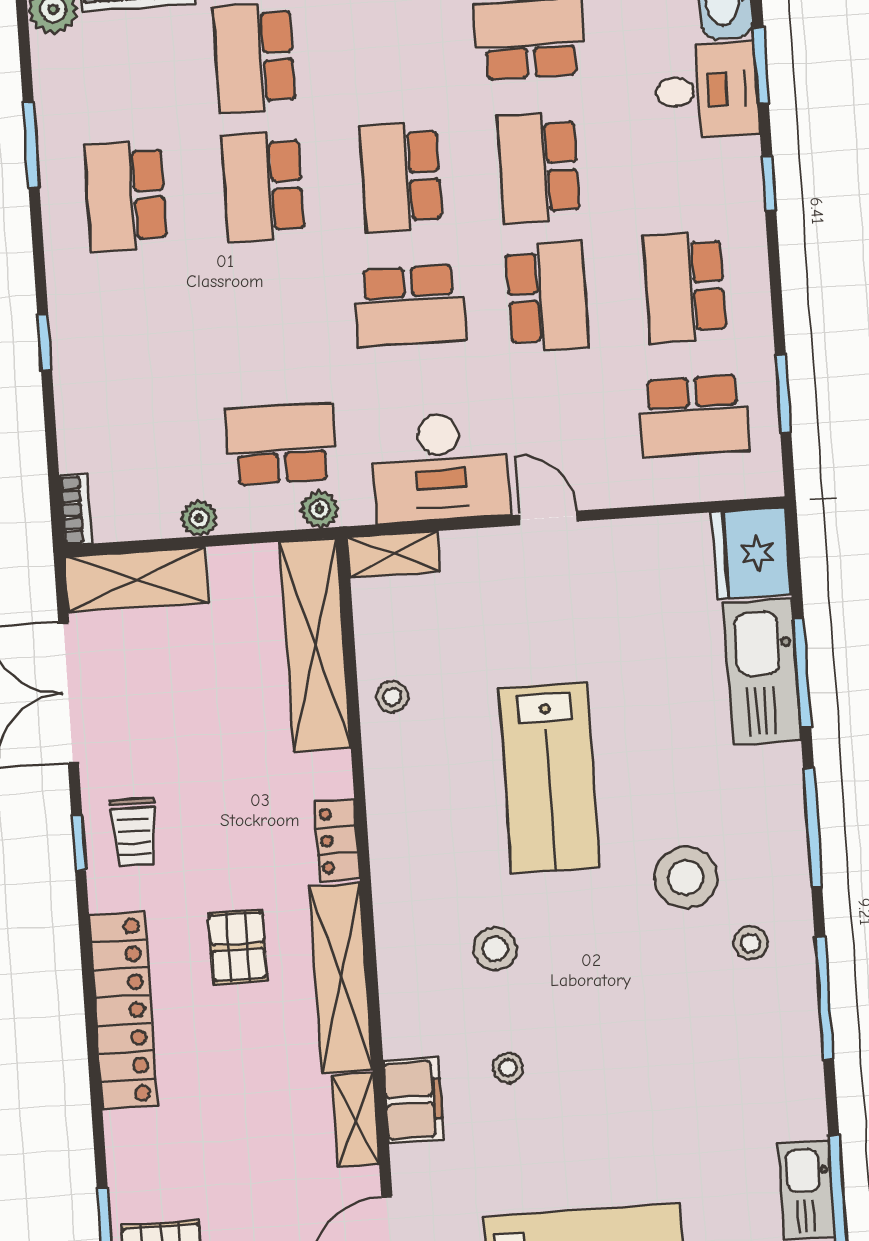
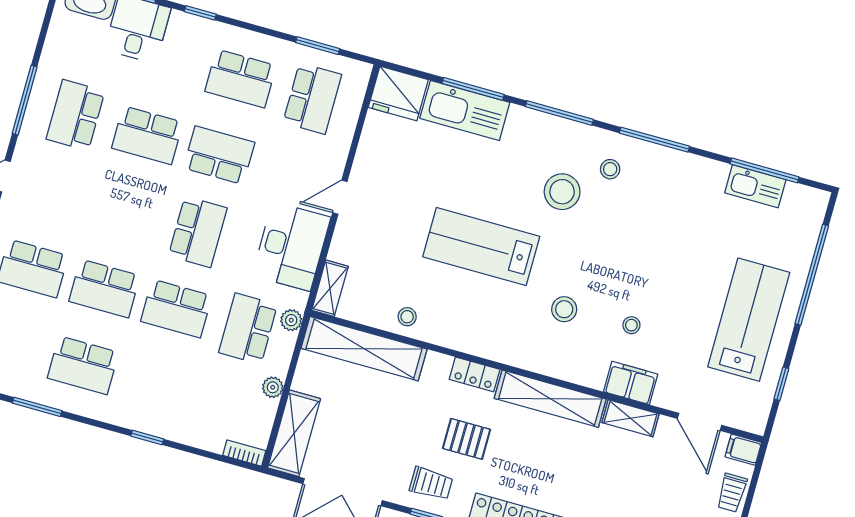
school desk: (401, 177) -> (176, 309), moved
lab bench: (550, 777) -> (481, 247), turned 180
pallet: (238, 947) -> (466, 439), moved

